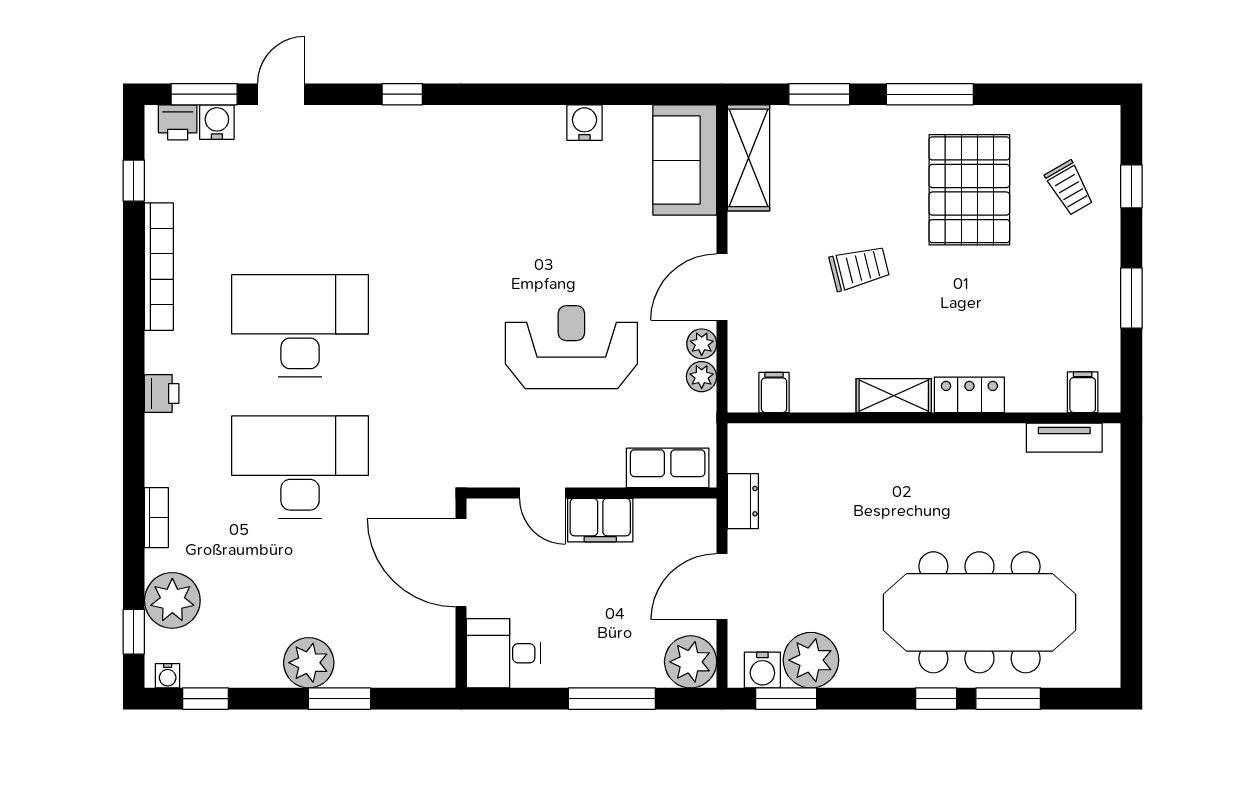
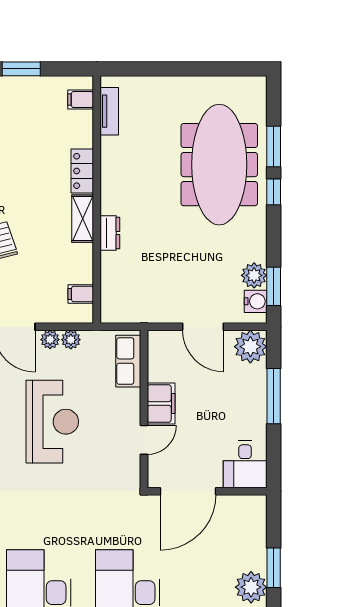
reception desk: (571, 347) -> (52, 422), turned 180
dresser: (743, 501) -> (110, 233), moved, turned 90
plant: (811, 660) -> (254, 275), width x0.73, depth x0.73

